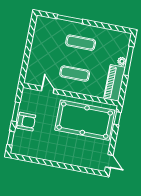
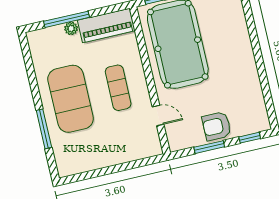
exercise mat: (81, 43) -> (71, 99), width x2.00, depth x1.45
door: (48, 90) -> (158, 115), swing flipped
armchair: (26, 122) -> (217, 126), turned -90

